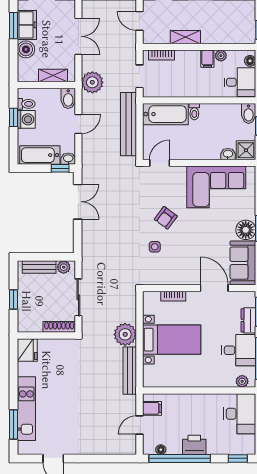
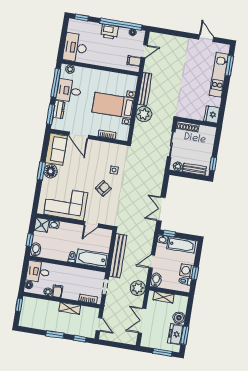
door: (160, 163) -> (91, 224), moved
window: (14, 300) -> (213, 164), moved

